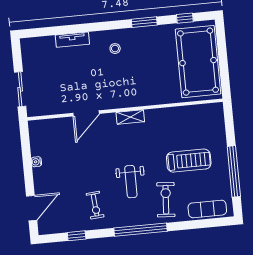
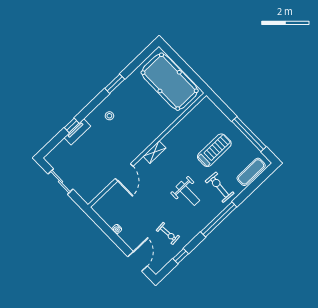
window: (185, 18) -> (72, 125), moved
sliding door: (20, 89) -> (60, 182), moved
exercise bike: (95, 205) -> (168, 233), moved

